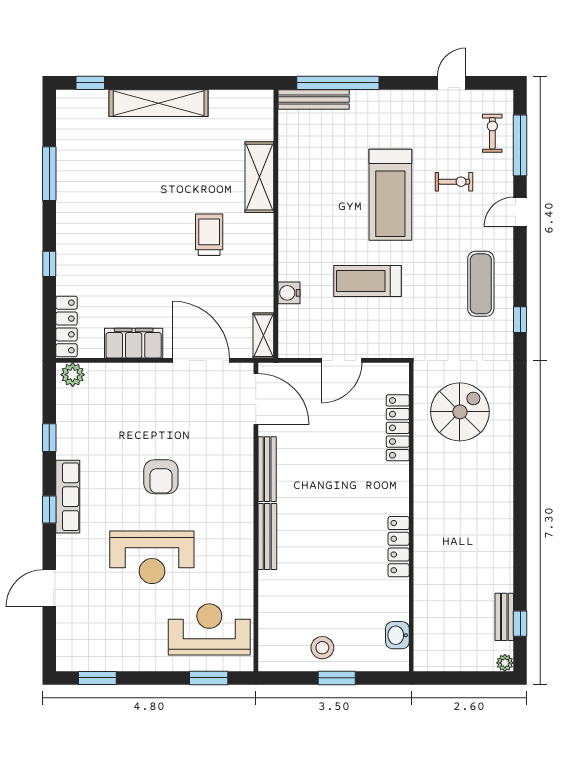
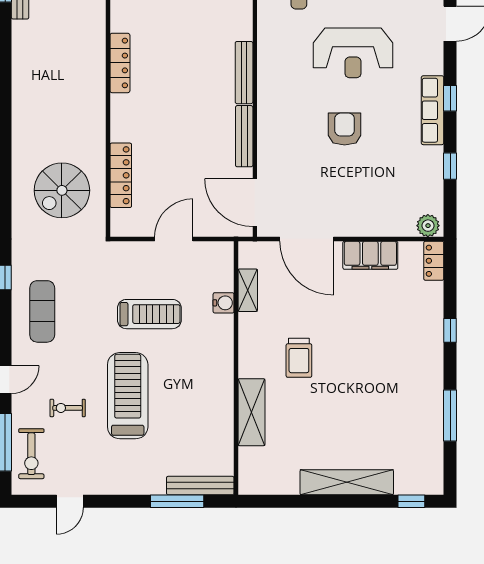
window: (338, 83) -> (177, 501), width x0.68
exercise bike: (492, 133) -> (31, 454), width x1.38, depth x1.39
locker: (66, 326) -> (434, 261), width x0.66
shelving: (263, 336) -> (248, 290), moved
reception desk: (152, 557) -> (353, 53), turned 180

